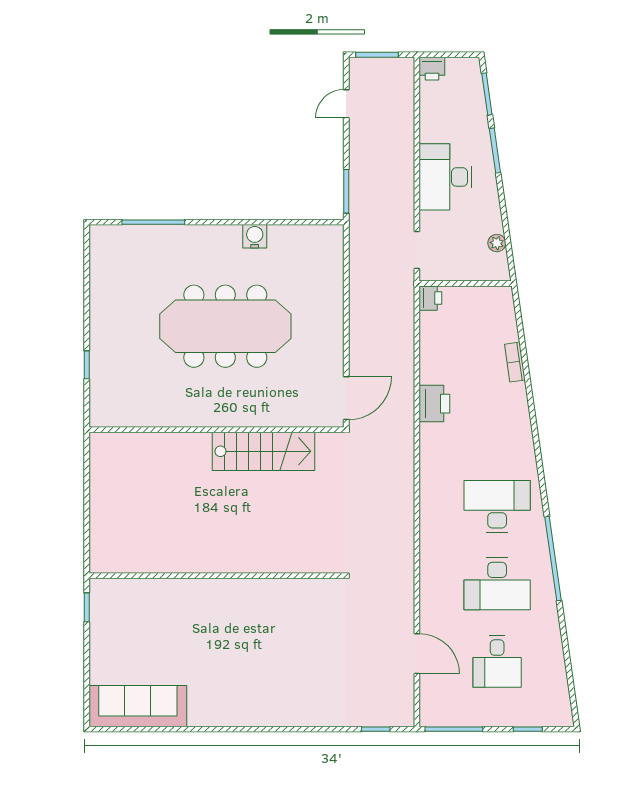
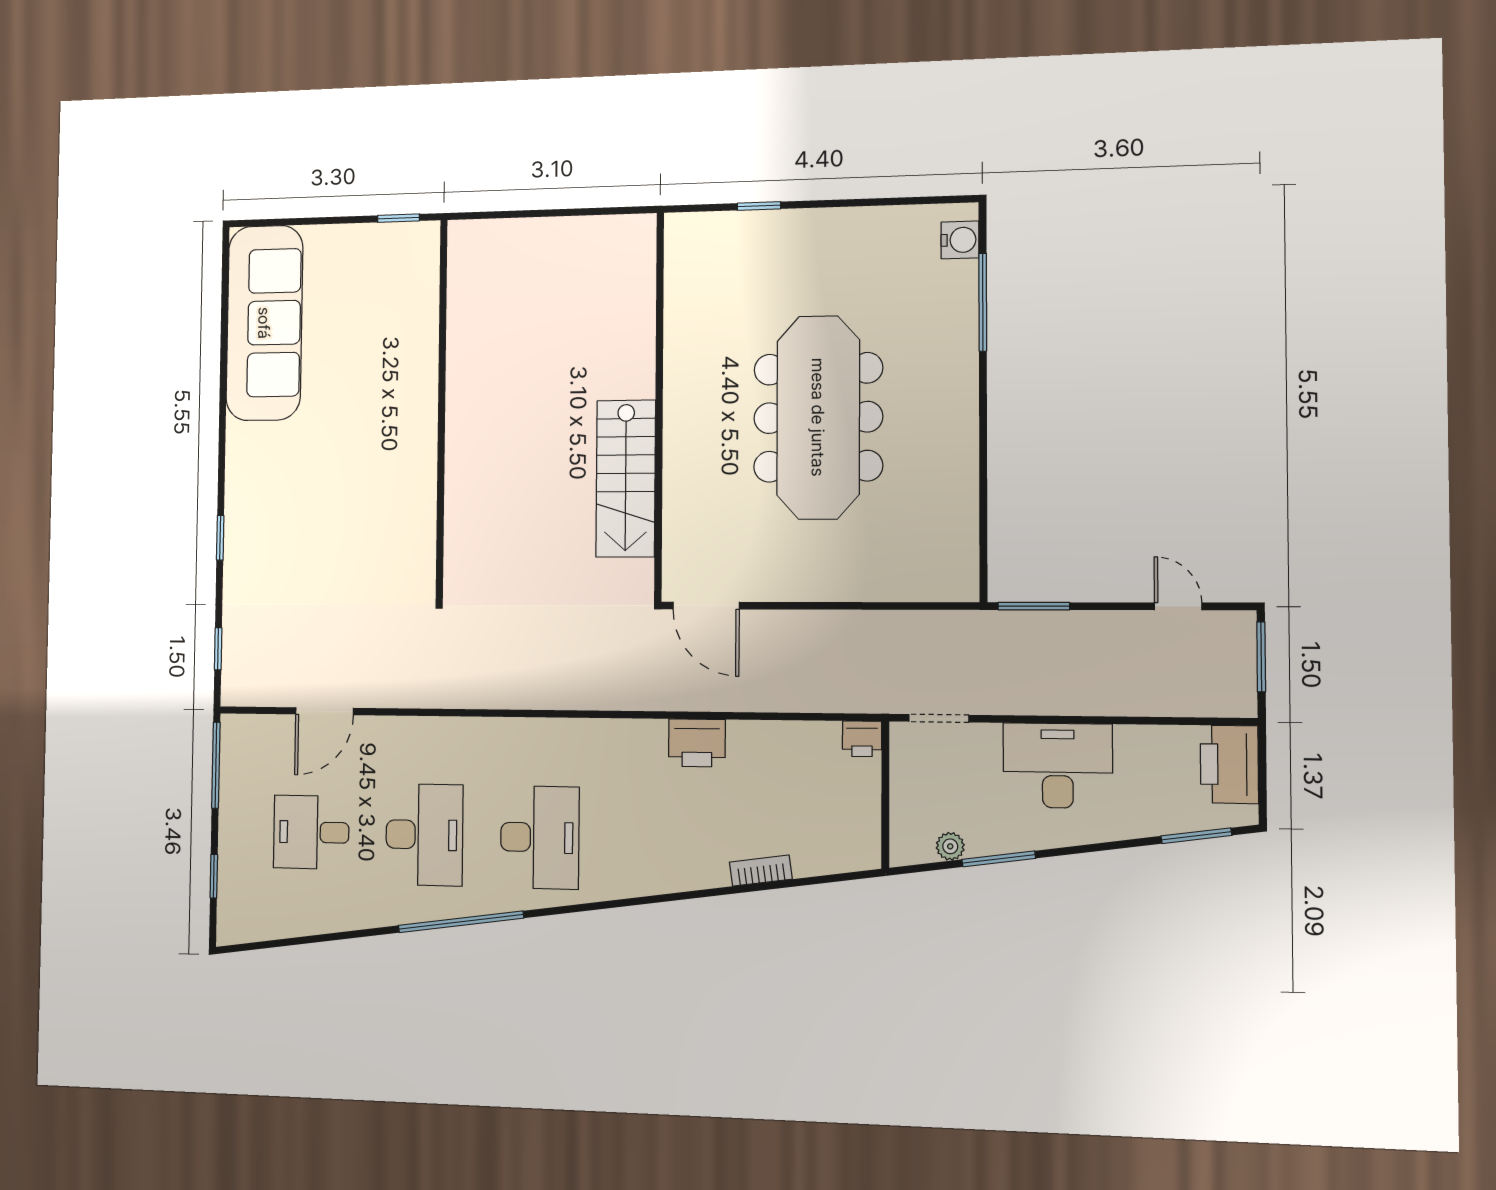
printer: (432, 69) -> (1229, 764), width x1.87, depth x1.48
window: (495, 151) -> (999, 859), moved
water cooler: (255, 236) -> (960, 240), moved
desk: (497, 584) -> (424, 835), turned 180
sofa: (138, 706) -> (264, 323), width x1.36, depth x1.27
window: (301, 729) -> (220, 538), added

